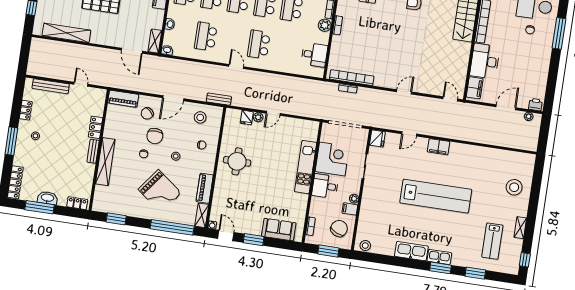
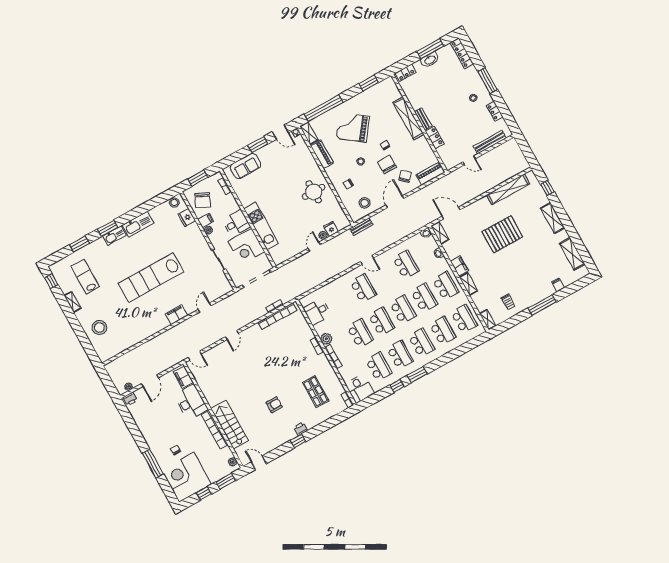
fridge: (377, 138) -> (187, 218), moved

